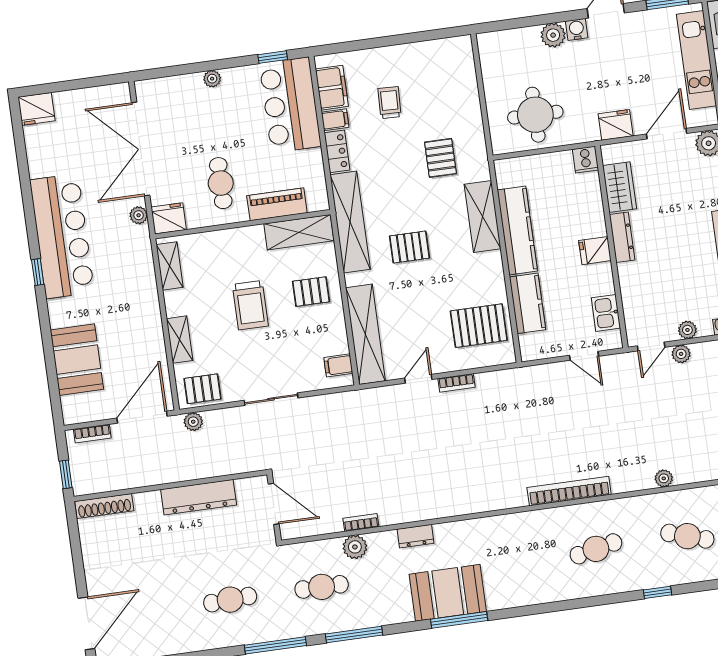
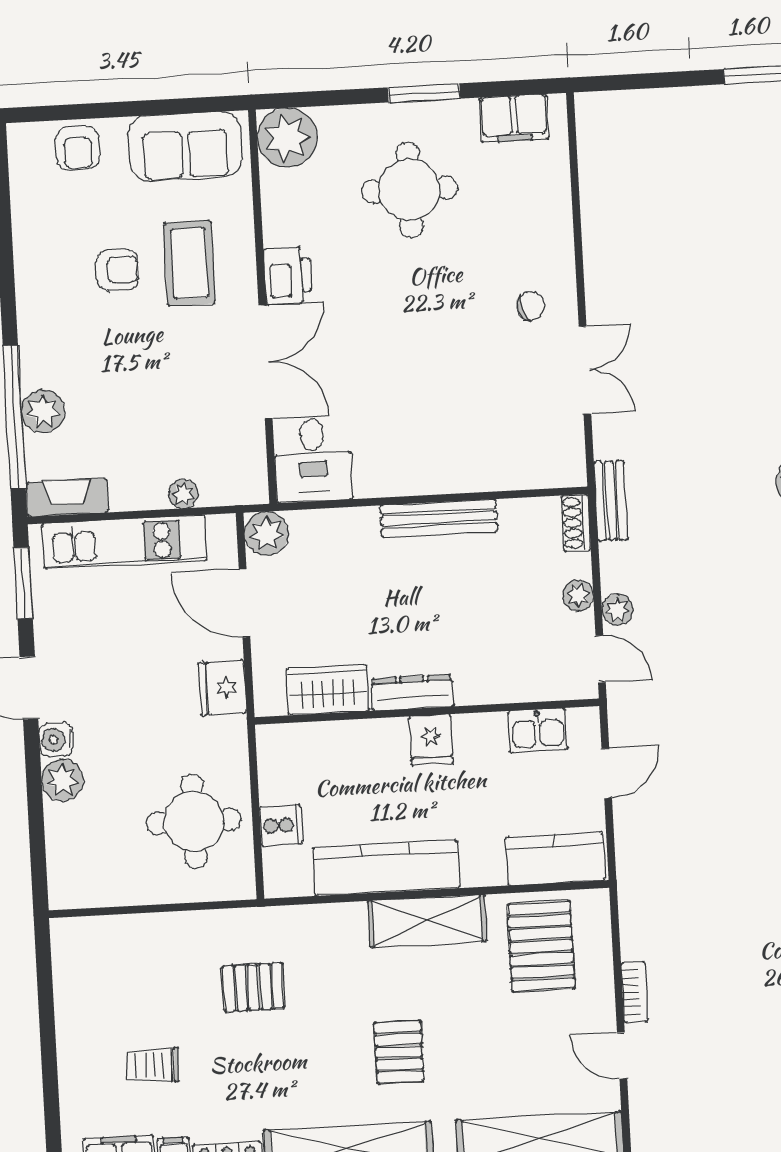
cooker: (586, 160) -> (281, 826), moved
shelving: (482, 217) -> (427, 921), moved
kitchen counter: (527, 303) -> (555, 859), moved

